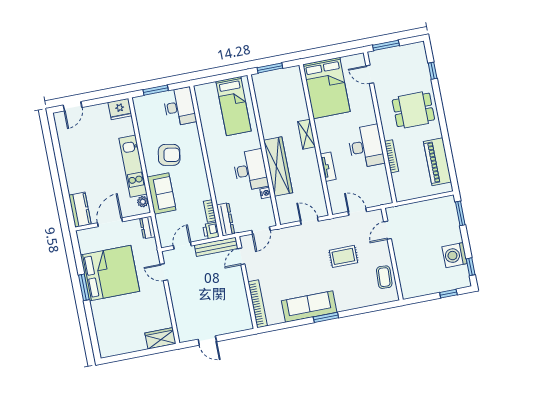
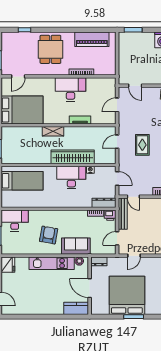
door: (182, 246) -> (117, 238), hinge flipped
rug: (343, 256) -> (142, 145), moved

